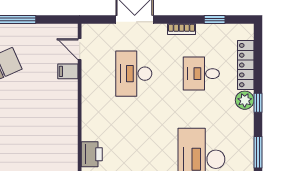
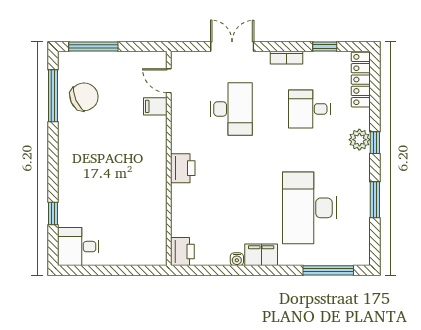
locker: (246, 65) -> (361, 80), moved
desk: (134, 74) -> (231, 109), turned 180
printer: (92, 154) -> (183, 168), moved

